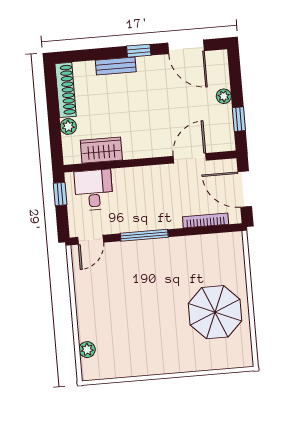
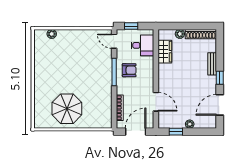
window: (60, 194) -> (131, 26), moved
armchair: (139, 209) -> (129, 70), added

